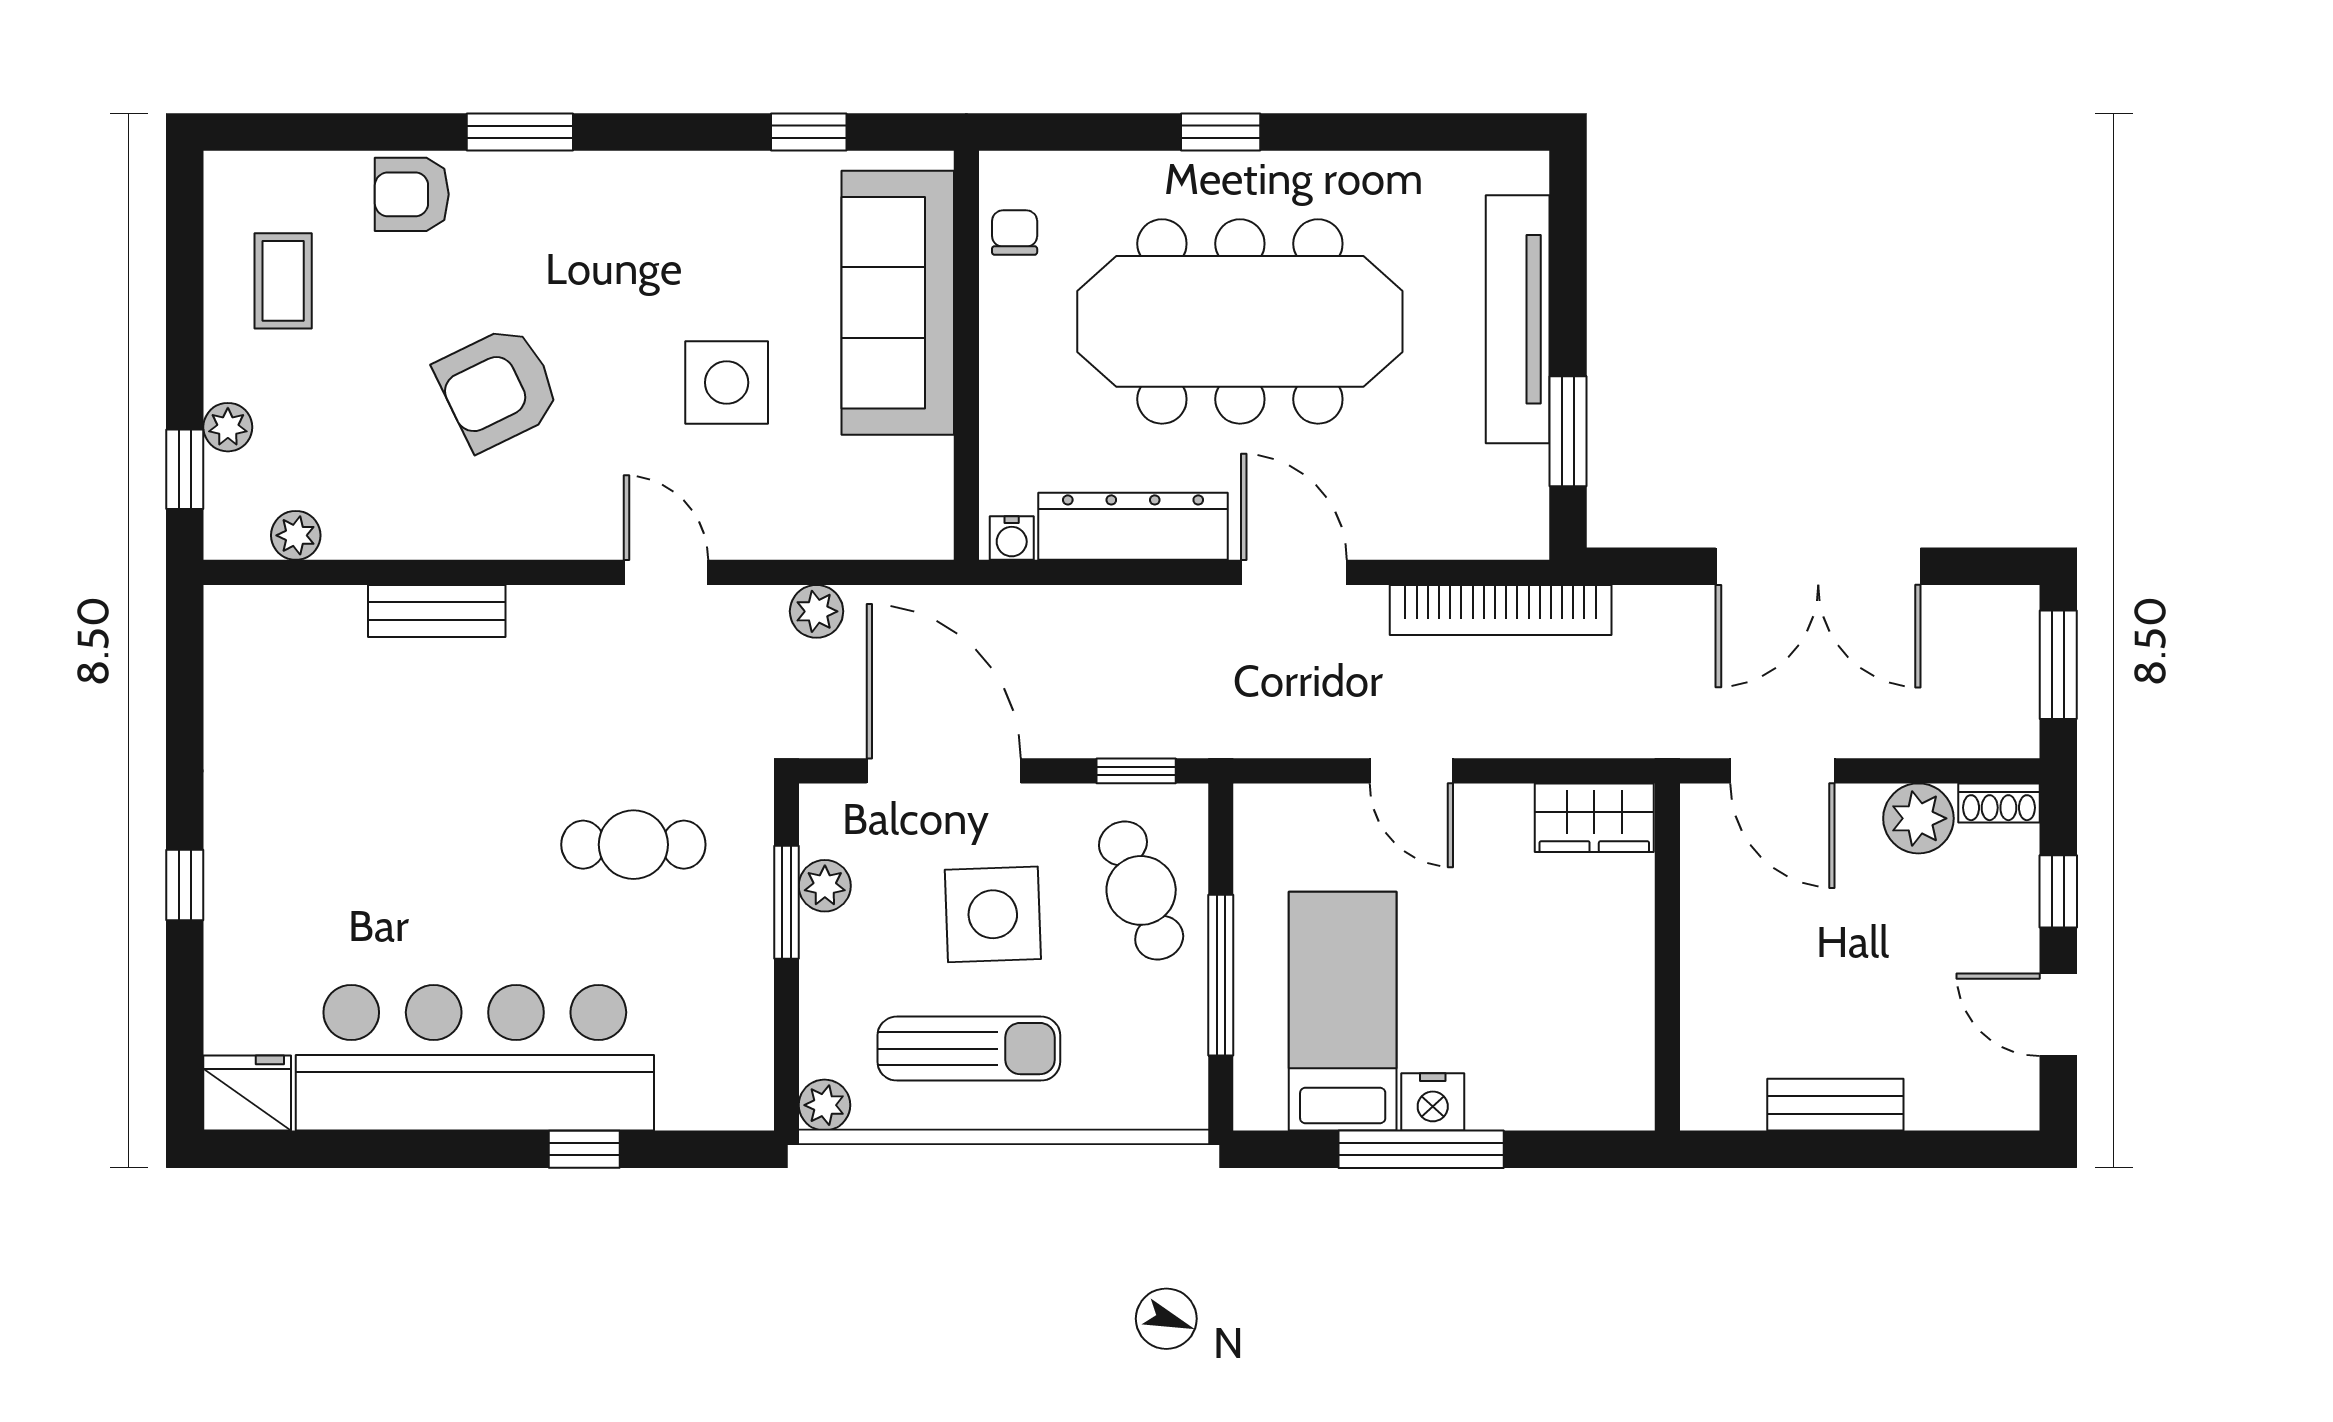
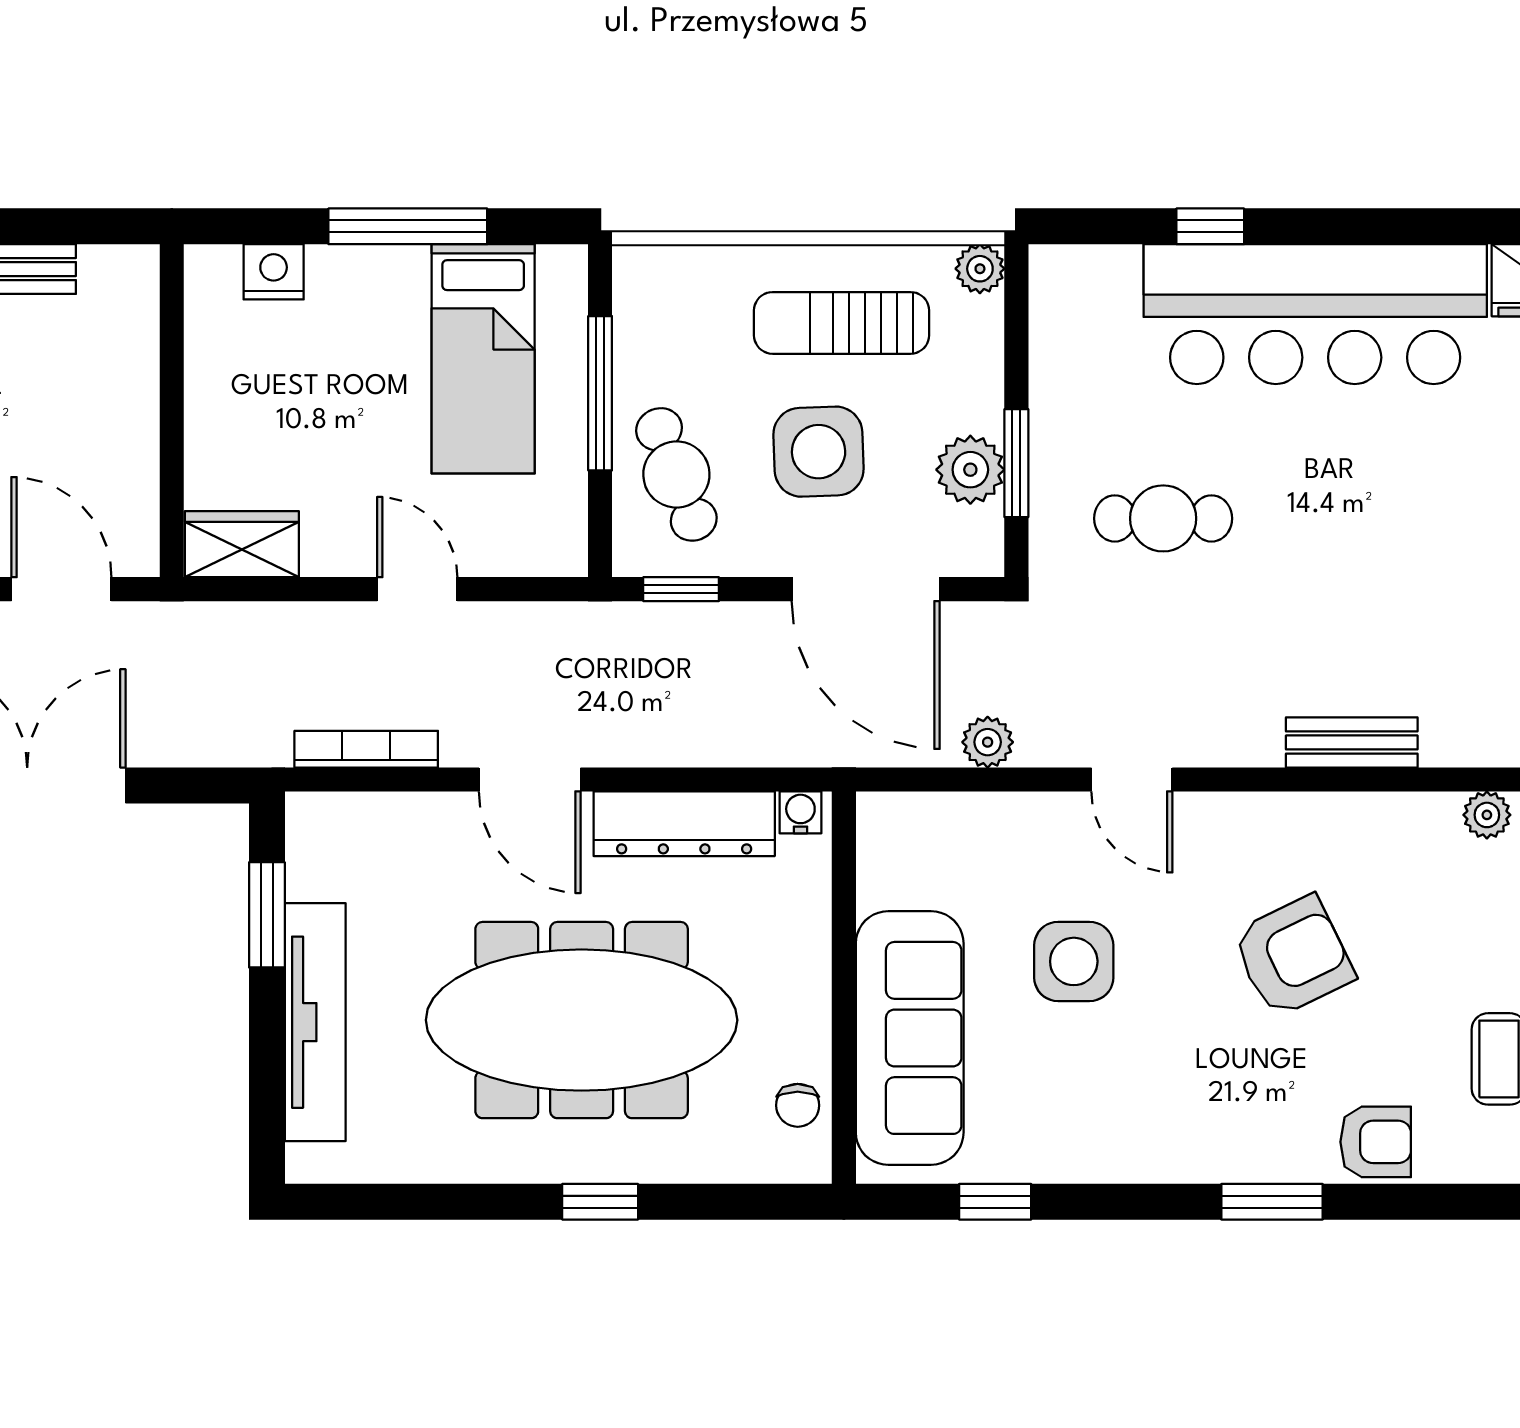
bookcase: (1501, 610) -> (366, 749), width x0.68, depth x0.76
plant: (825, 886) -> (970, 470), width x1.38, depth x1.38
nightstand: (1433, 1102) -> (274, 272), moved

